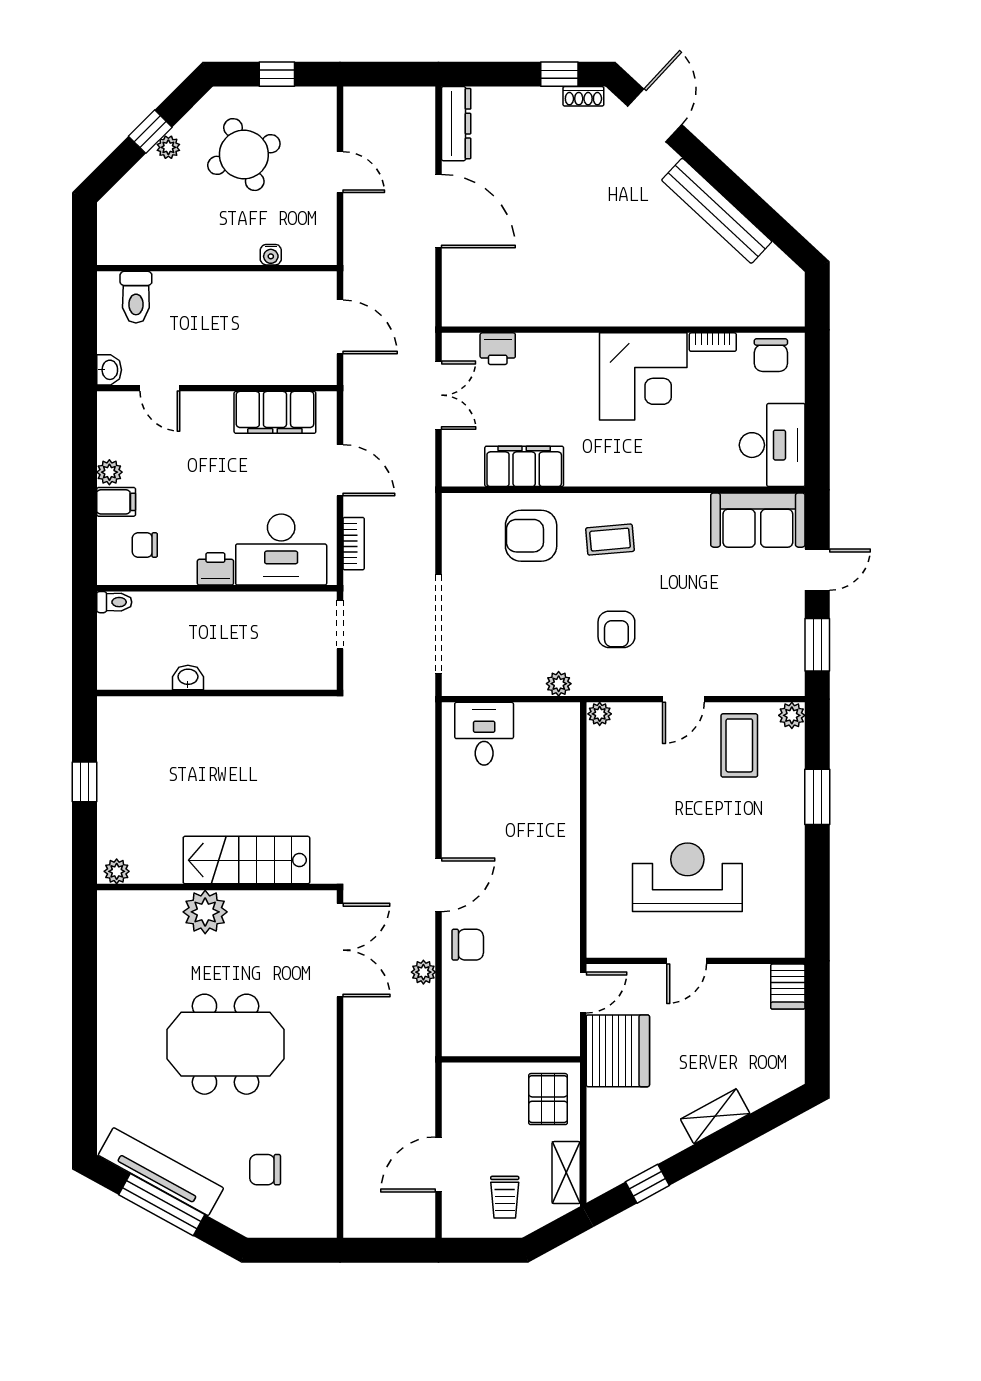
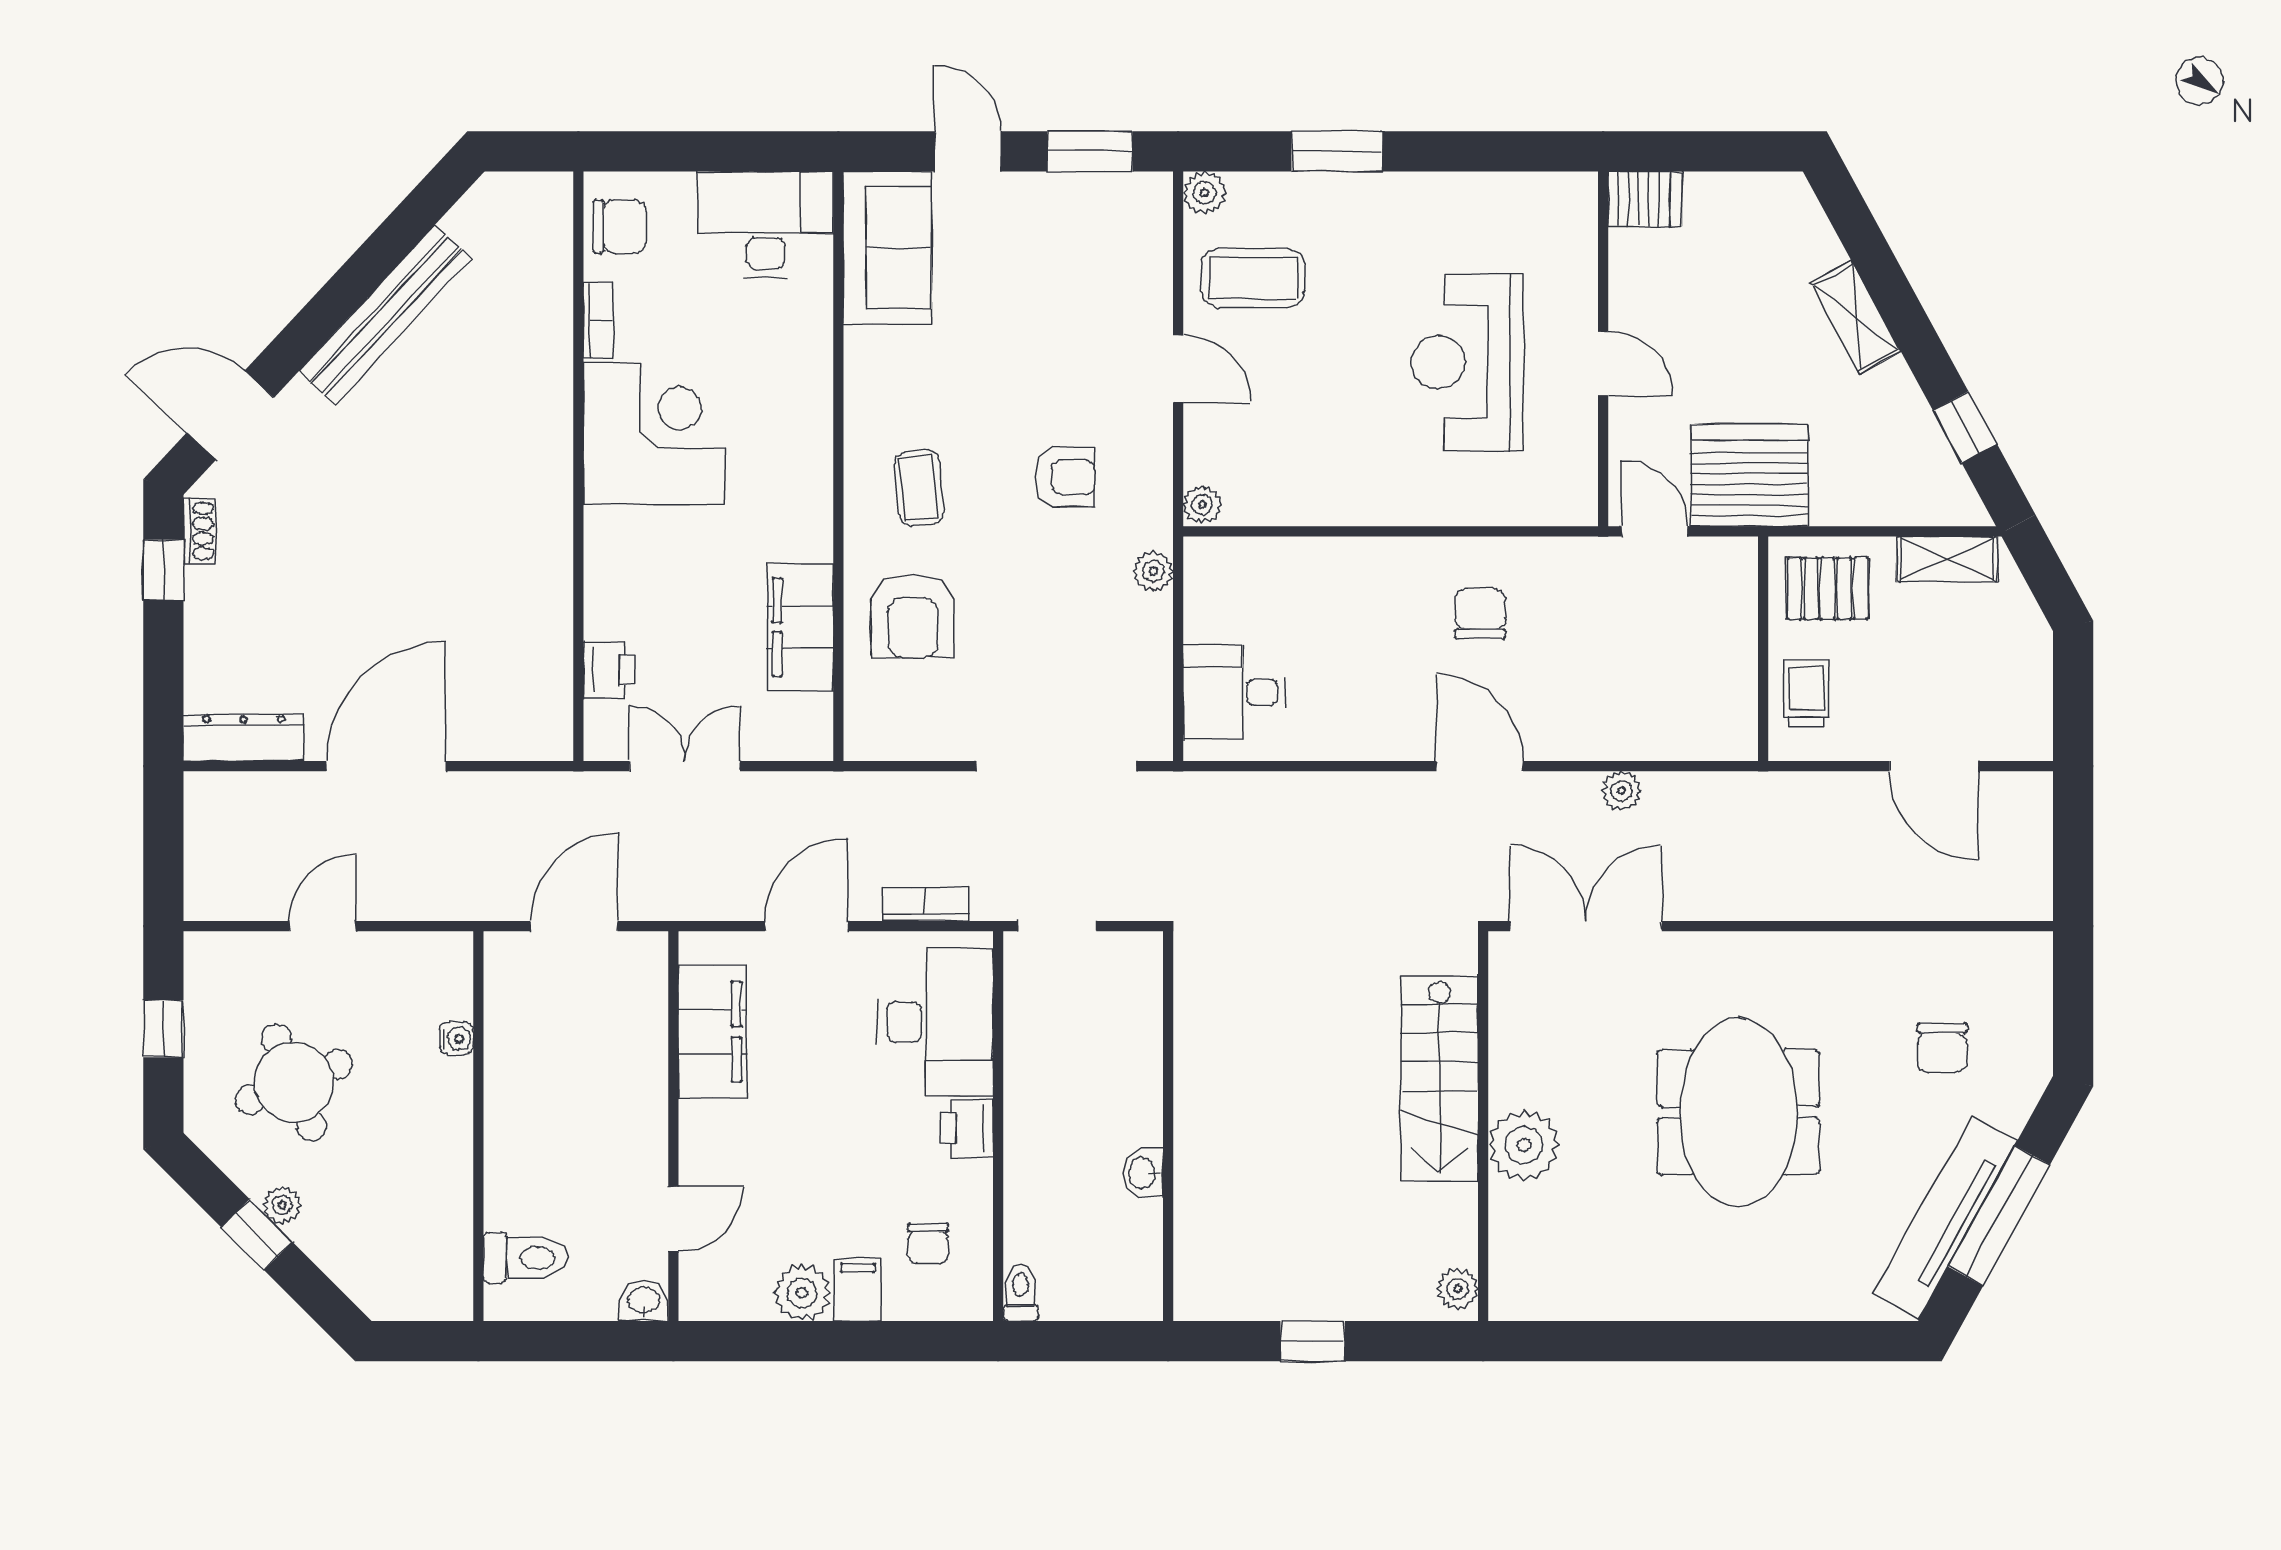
plant: (109, 472) -> (802, 1293), width x1.38, depth x1.38
chair: (468, 945) -> (1480, 614), moved
trolley: (505, 1197) -> (1807, 693), moved, turned -90

